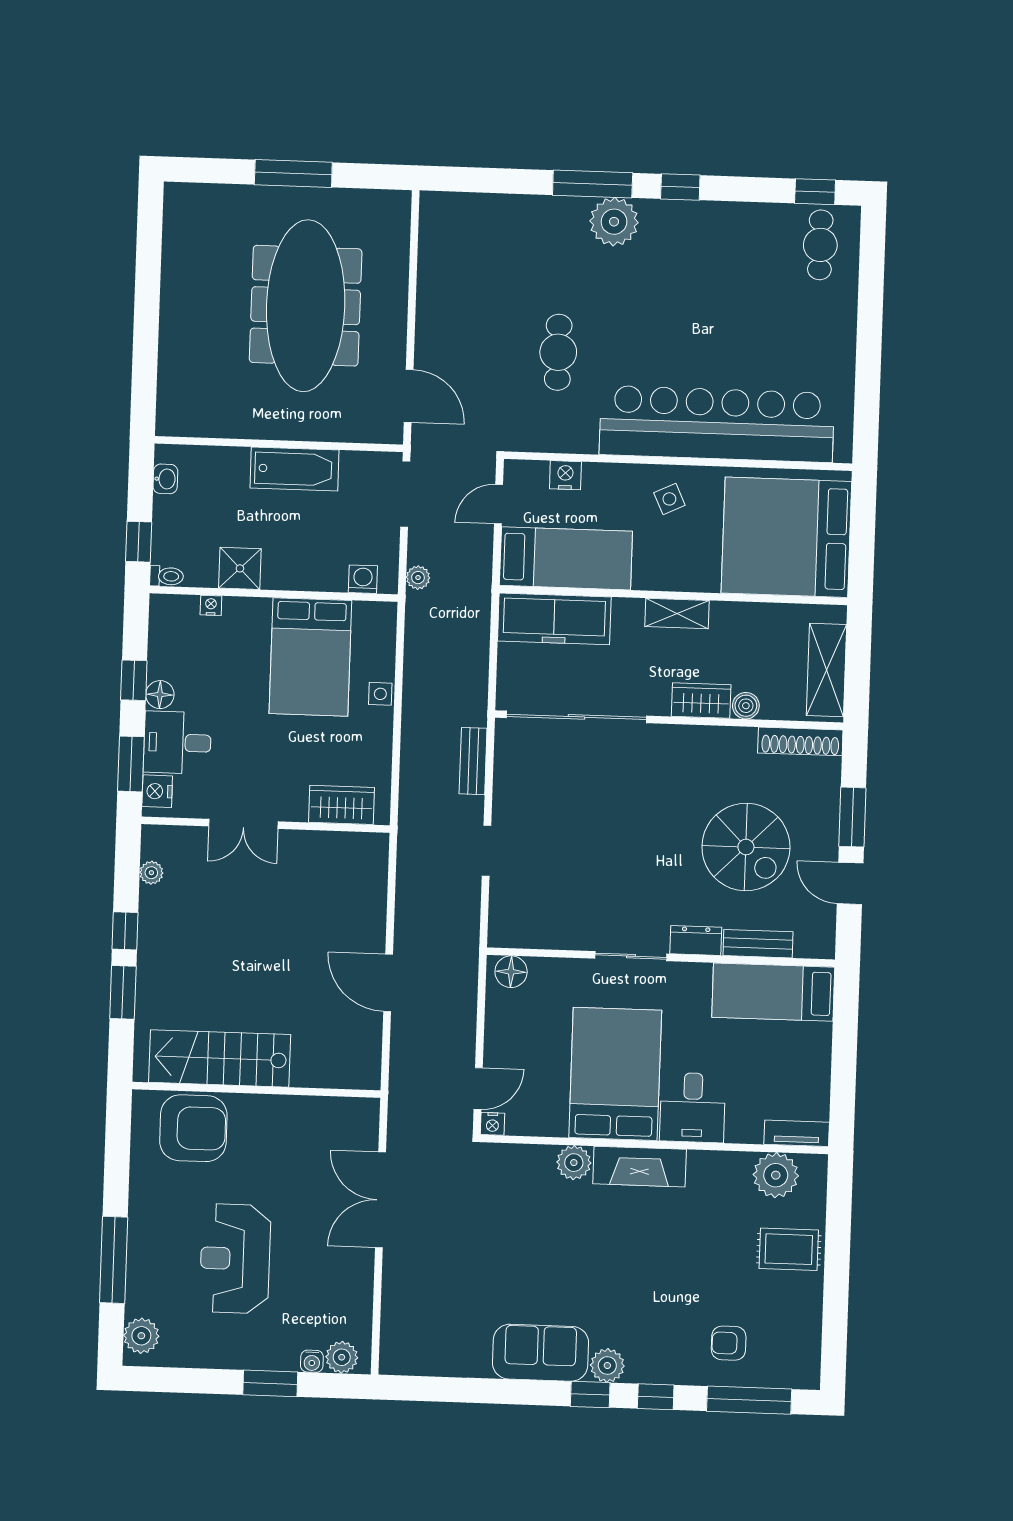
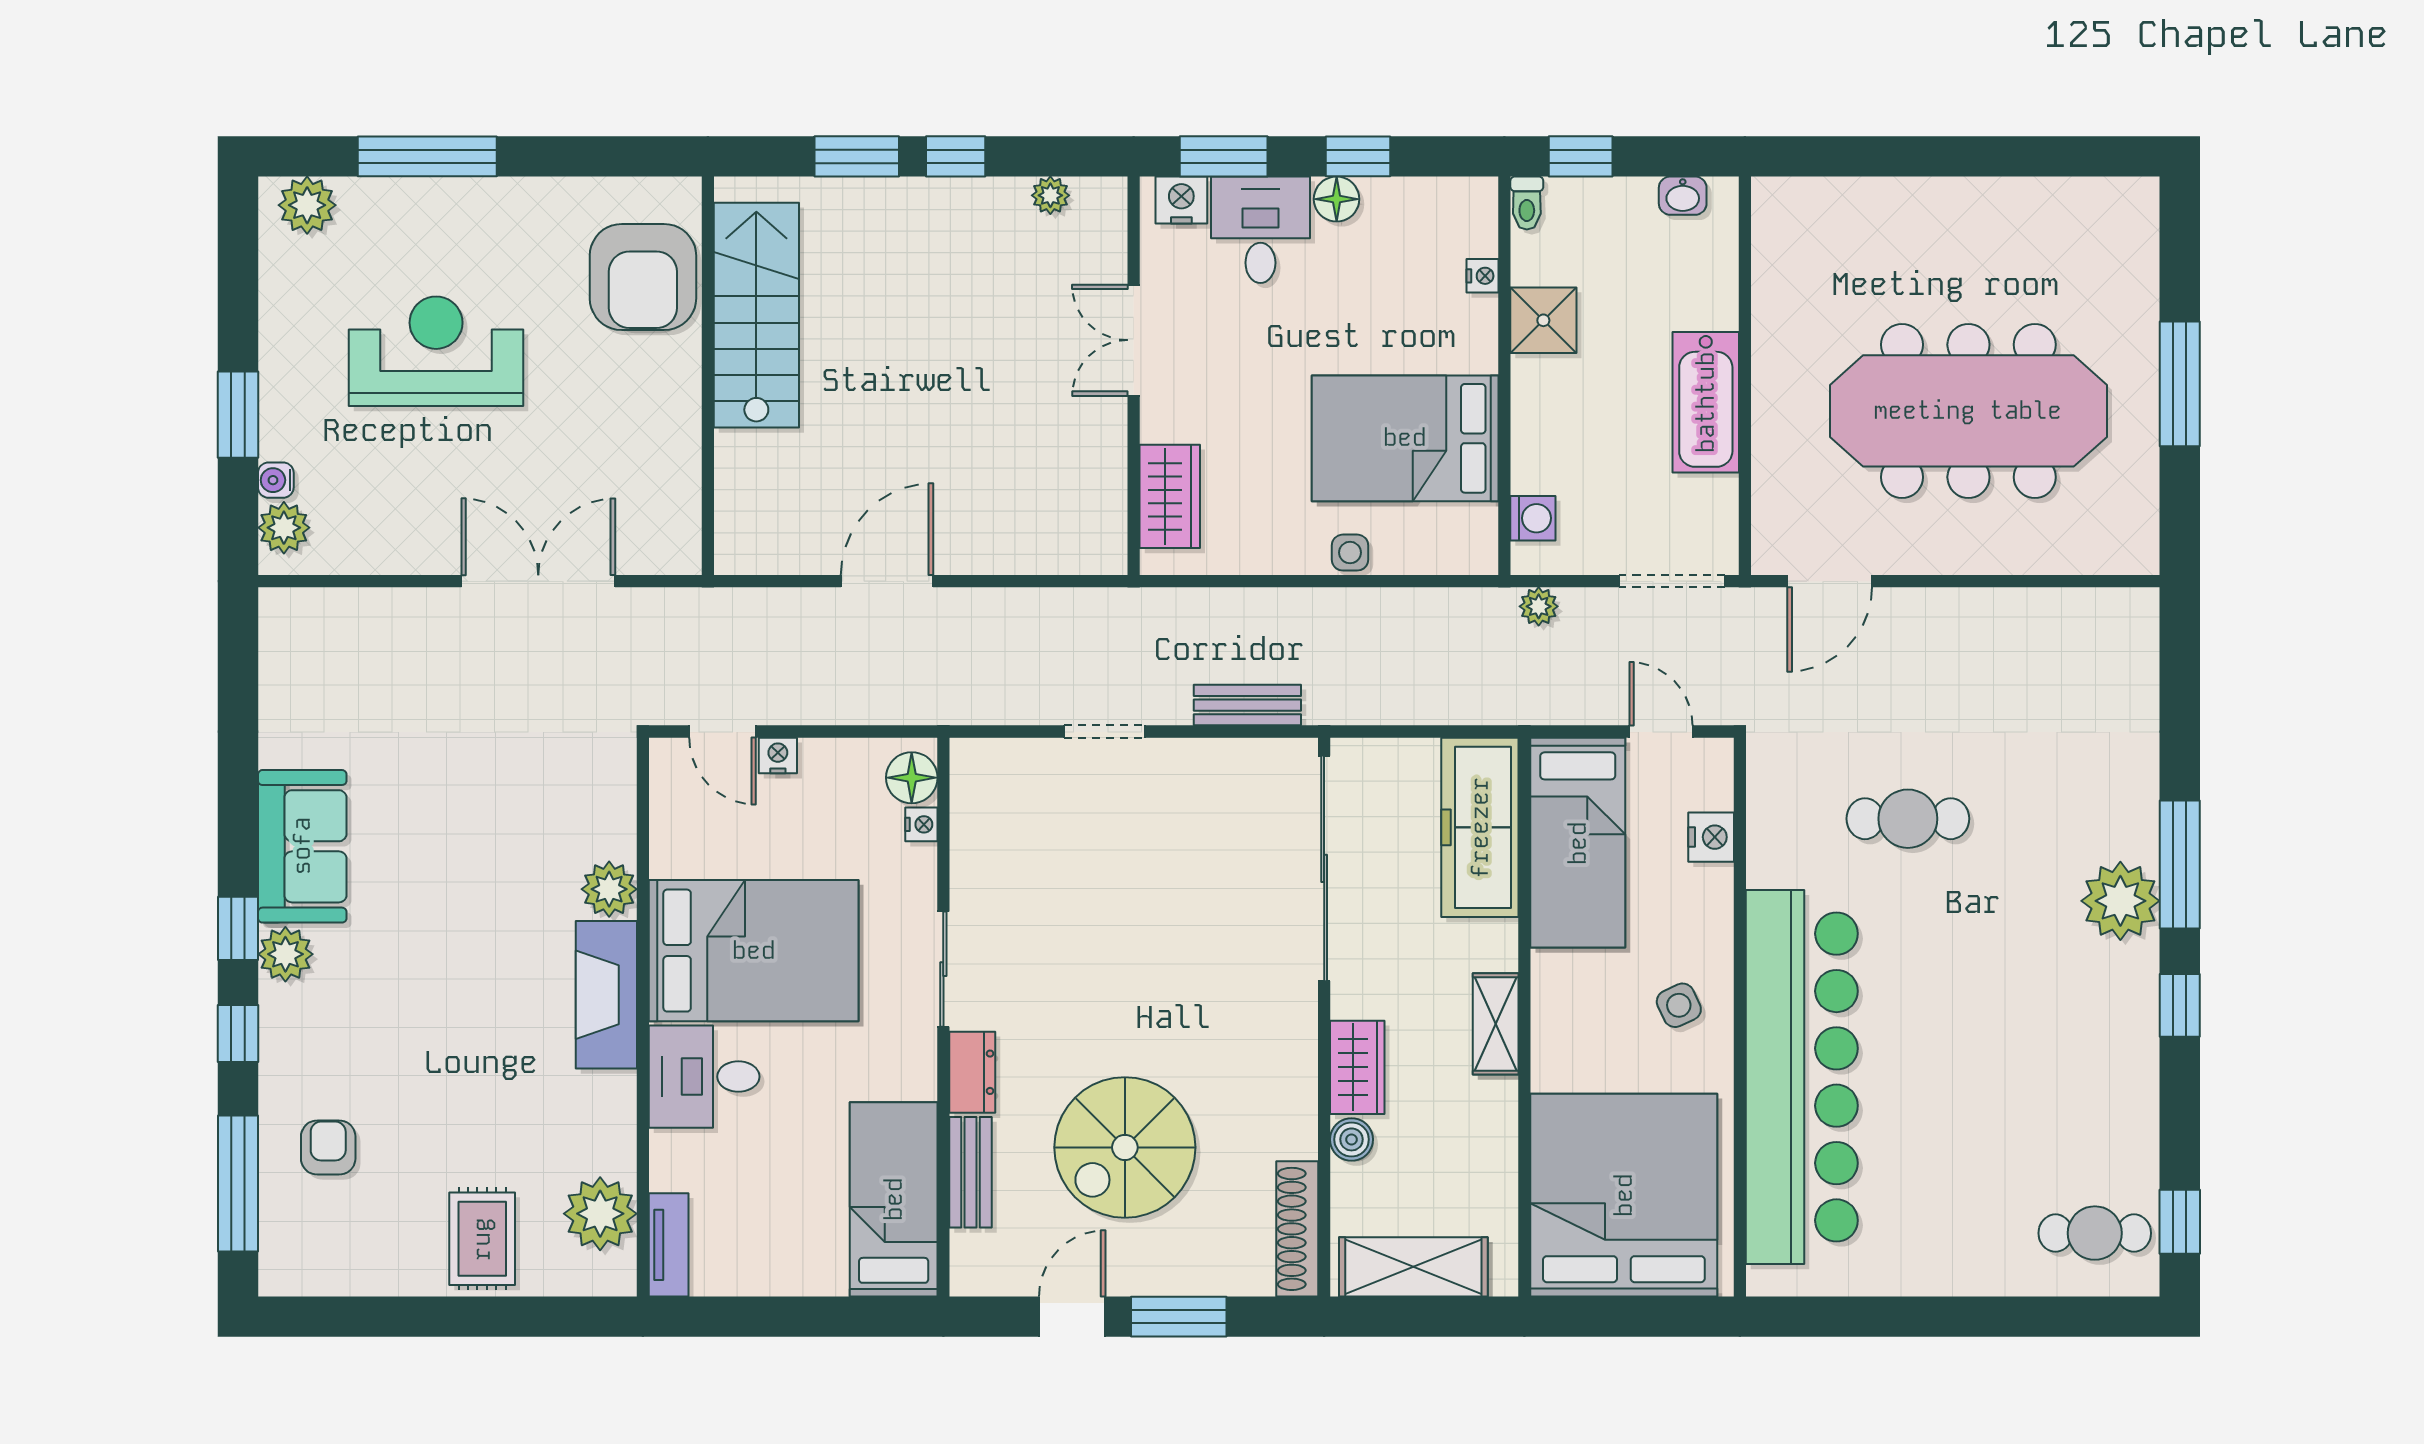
nightstand: (540, 967) -> (921, 824), added
nightstand: (492, 1124) -> (778, 755), moved, turned 90

